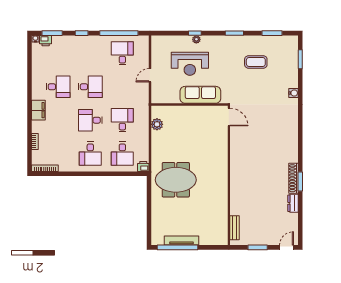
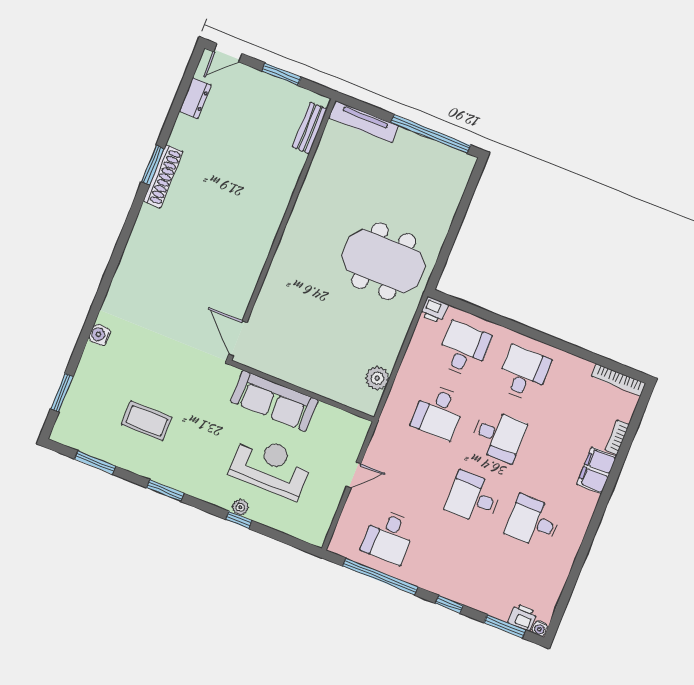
filing cabinet: (38, 110) -> (597, 470), moved
dresser: (293, 203) -> (195, 98), moved
tv unit: (182, 241) -> (364, 122), moved

